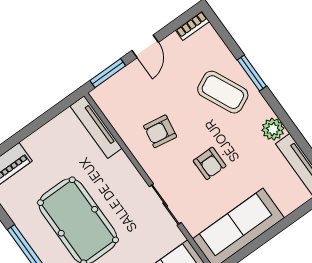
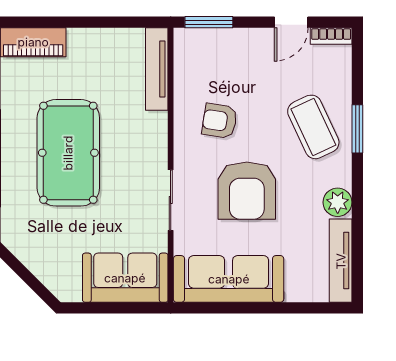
door: (145, 46) -> (291, 22), moved
armchair: (210, 163) -> (247, 191), width x1.88, depth x1.88

